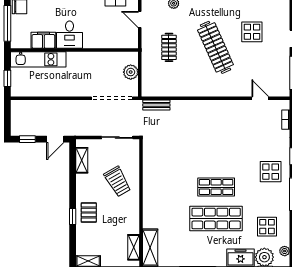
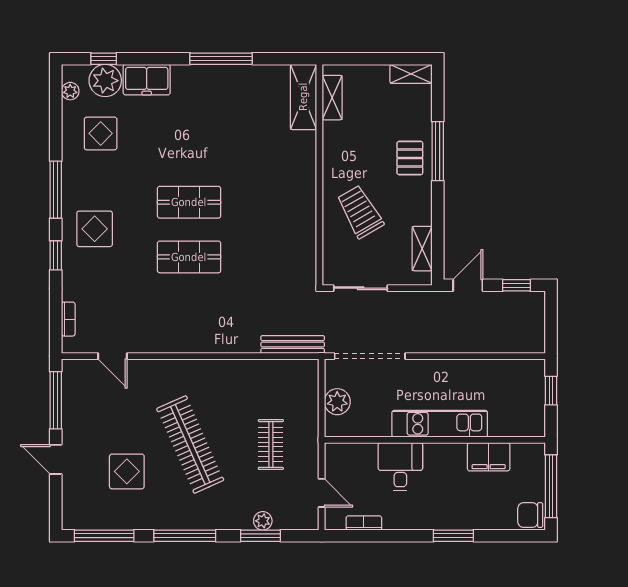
desk: (69, 35) -> (400, 467), moved
kitchen unit: (38, 59) -> (440, 424), moved
bench: (156, 105) -> (293, 345), width x1.36
window: (73, 216) -> (438, 151), width x2.17
shop shelf: (216, 219) -> (189, 257), moved, width x0.70, depth x0.74

